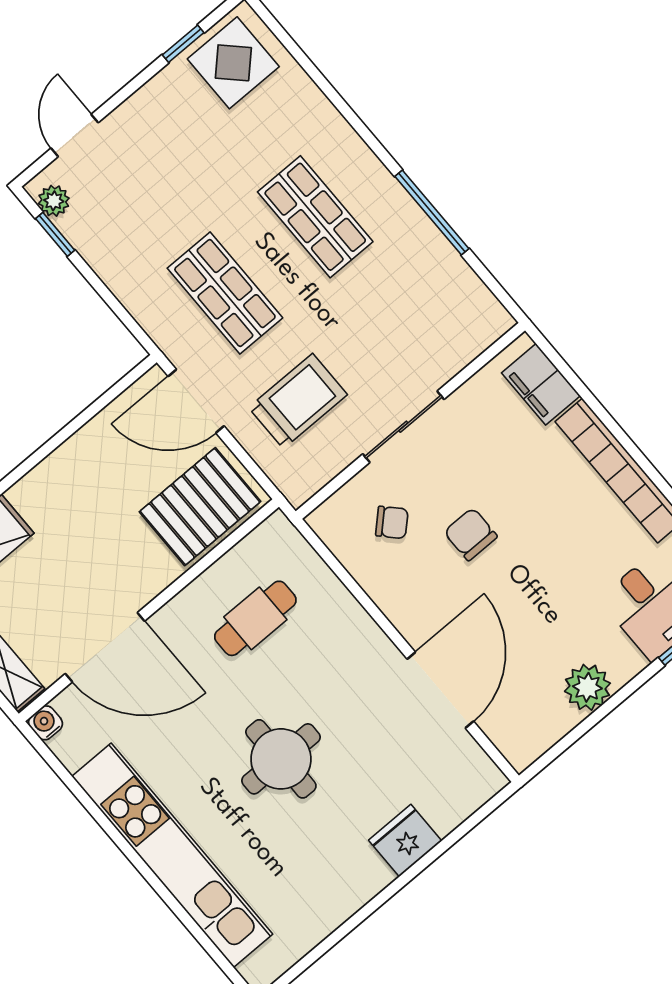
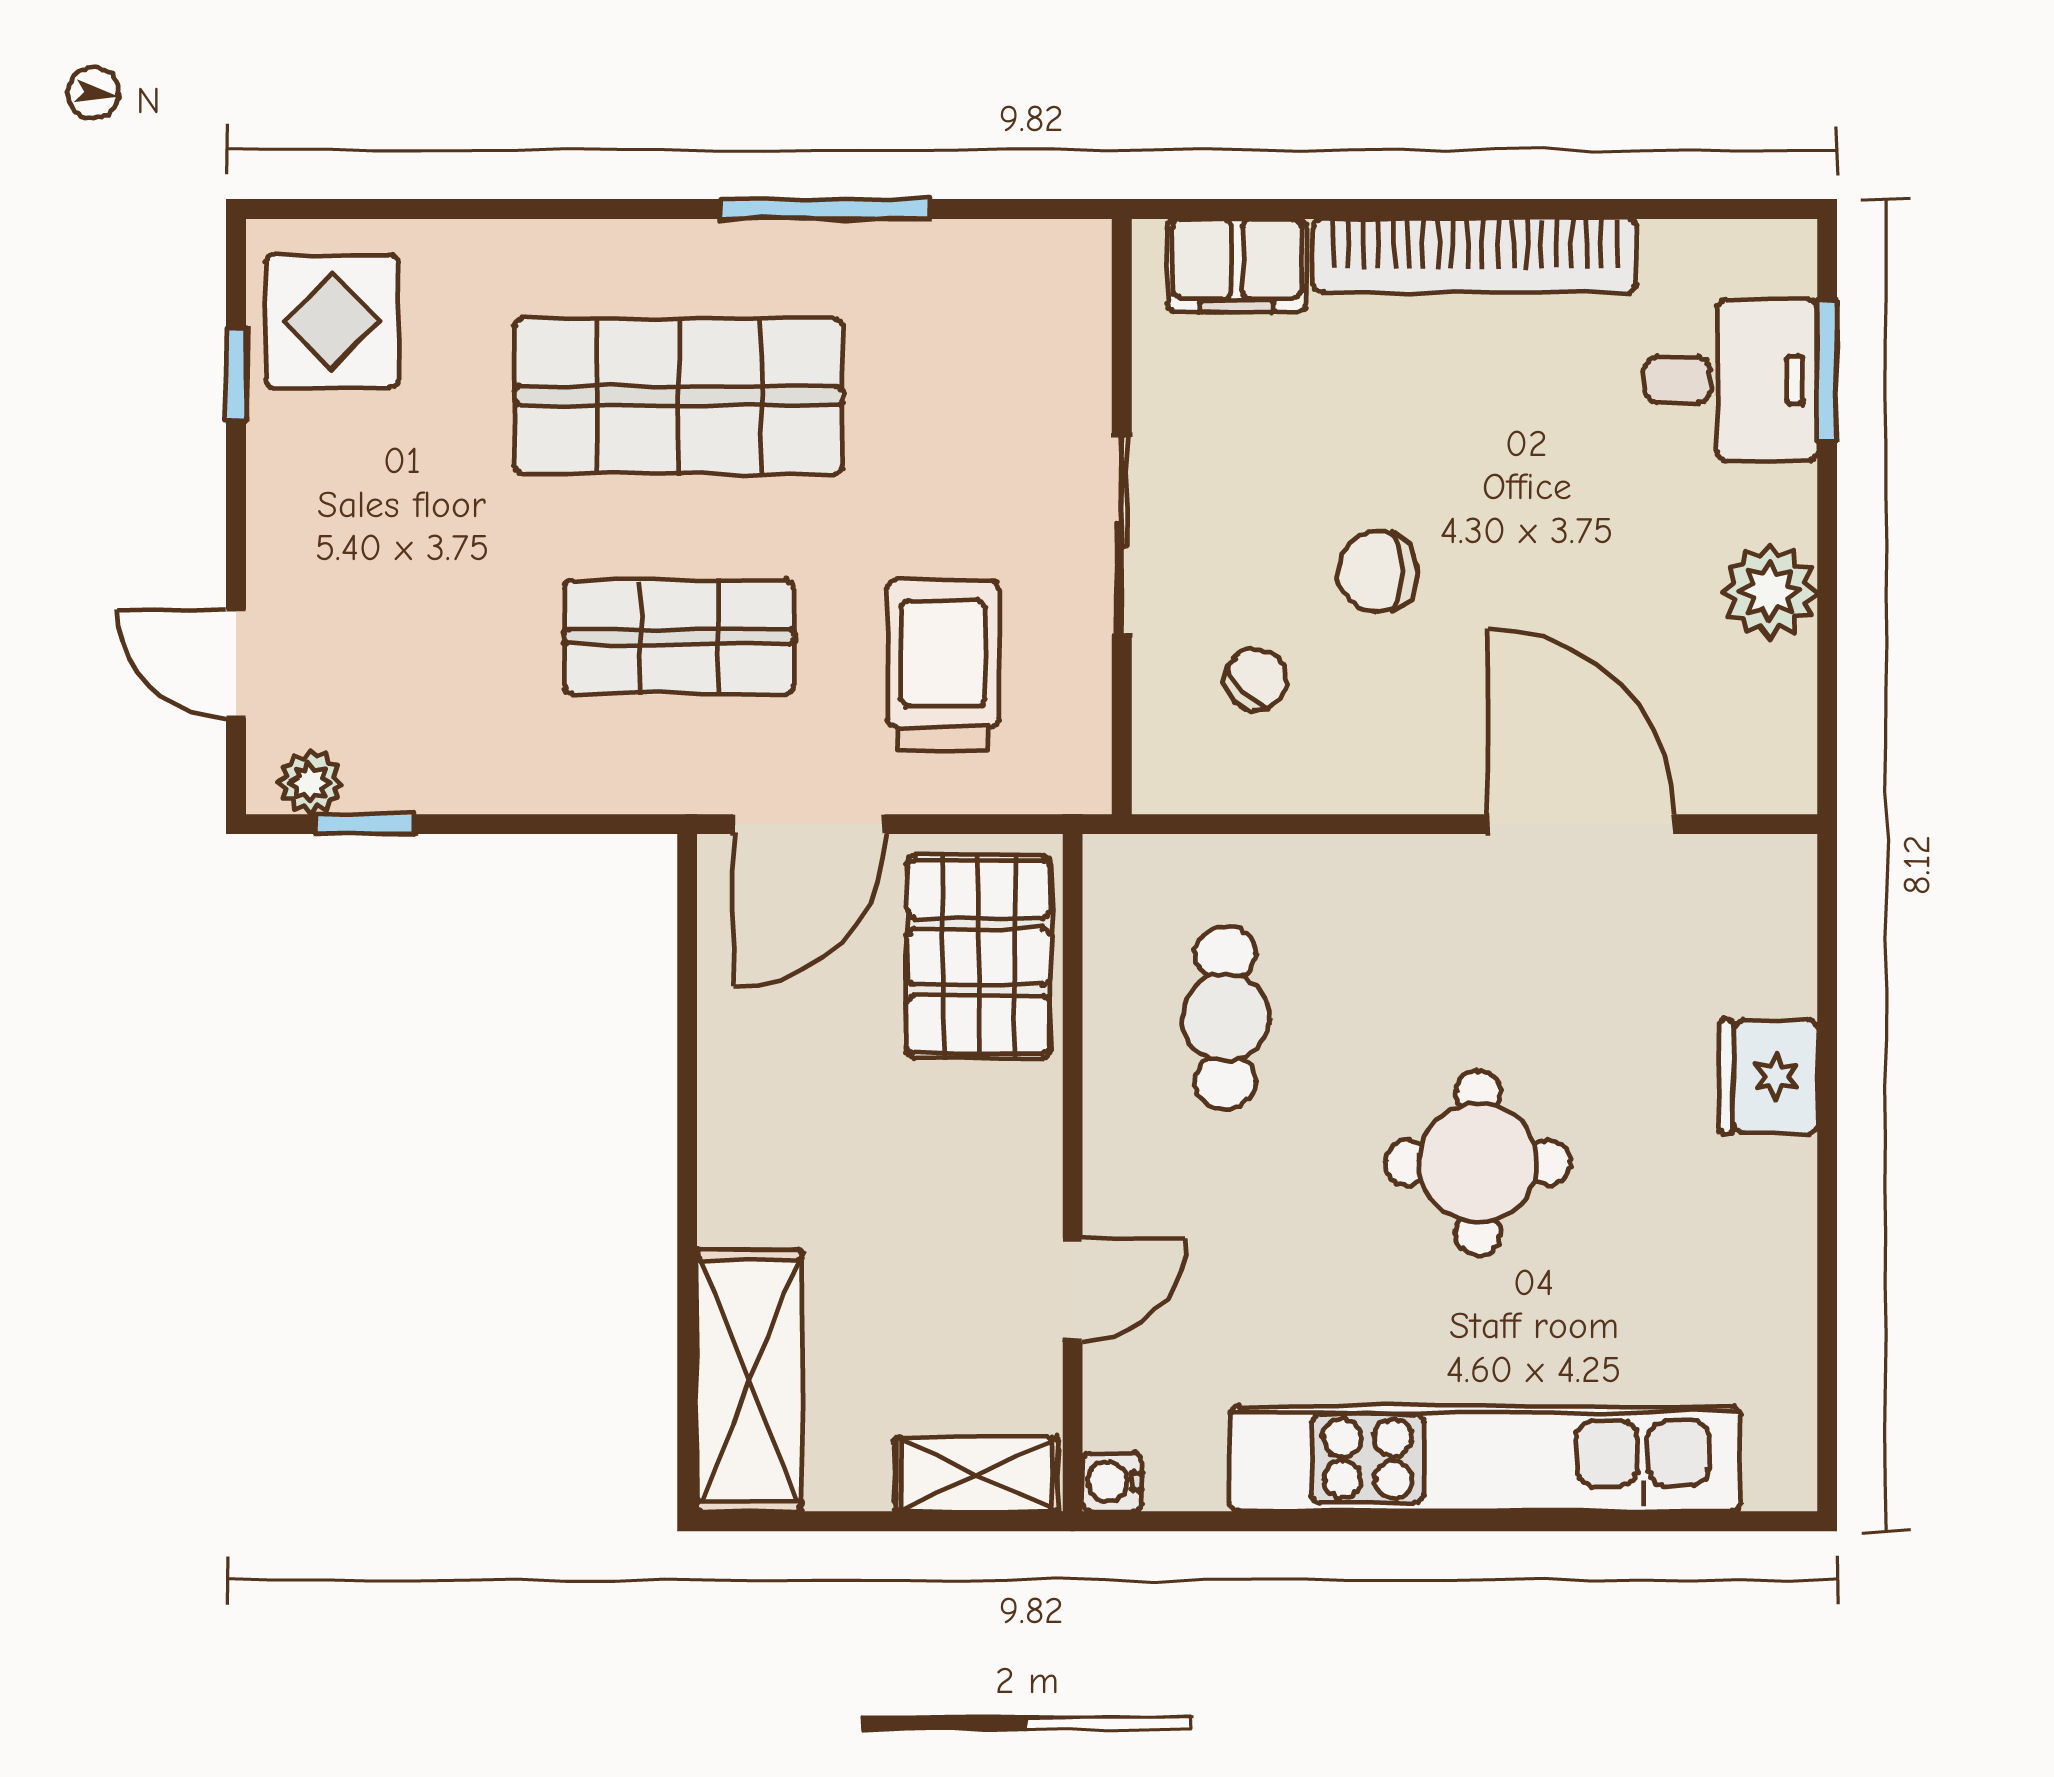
shop shelf: (315, 217) -> (679, 396), width x1.43, depth x1.36
door: (105, 647) -> (1073, 1290), width x0.53

